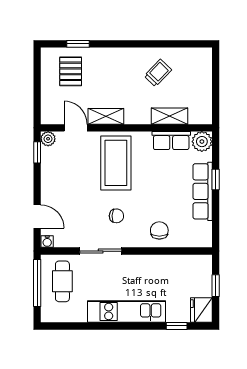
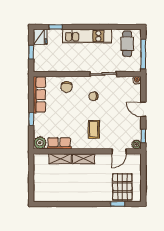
pallet: (71, 71) -> (122, 187), width x1.50, depth x1.42
trolley: (158, 73) -> (67, 186), removed
shelving: (106, 116) -> (84, 159), moved
door: (76, 128) -> (119, 151), hinge flipped
coffee table: (116, 163) -> (94, 129), width x0.54, depth x0.58
row of seats: (203, 191) -> (39, 95), moved
door: (37, 217) -> (143, 110), moved
cafe table: (62, 281) -> (127, 44), moved

